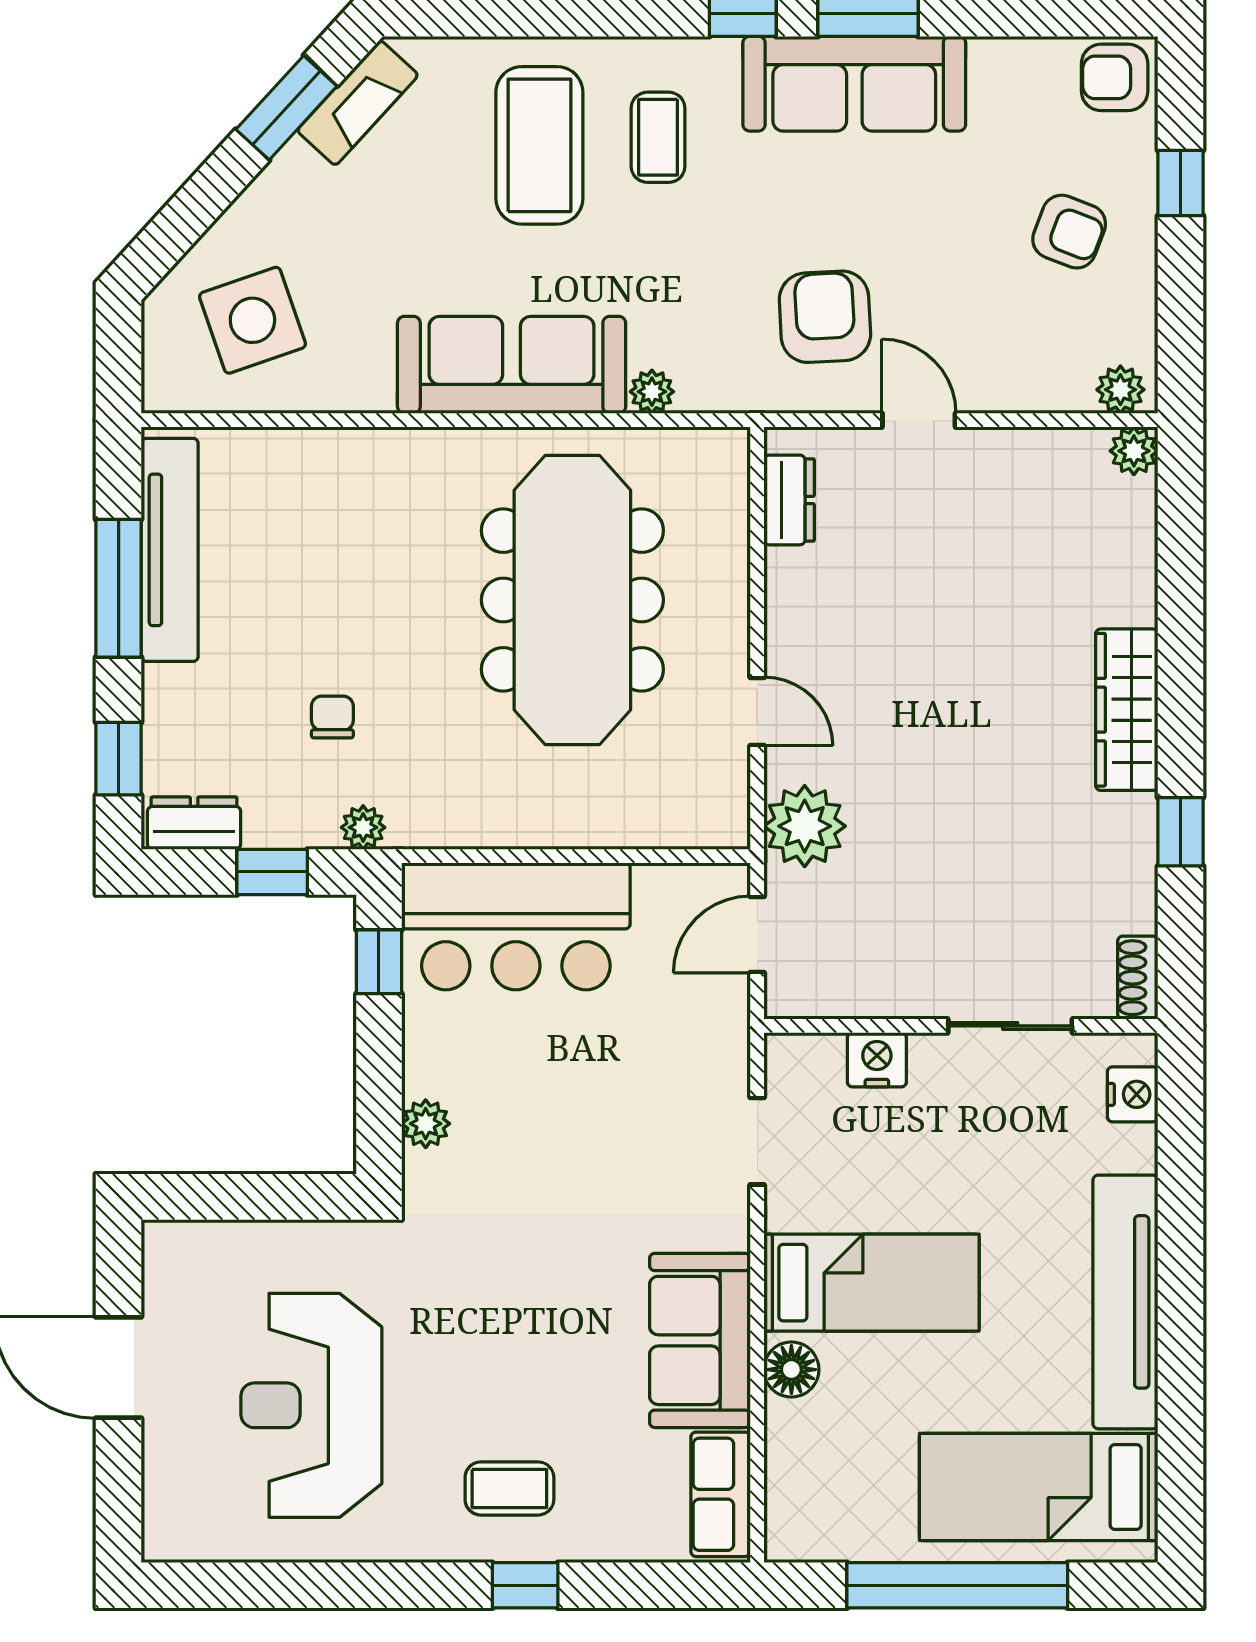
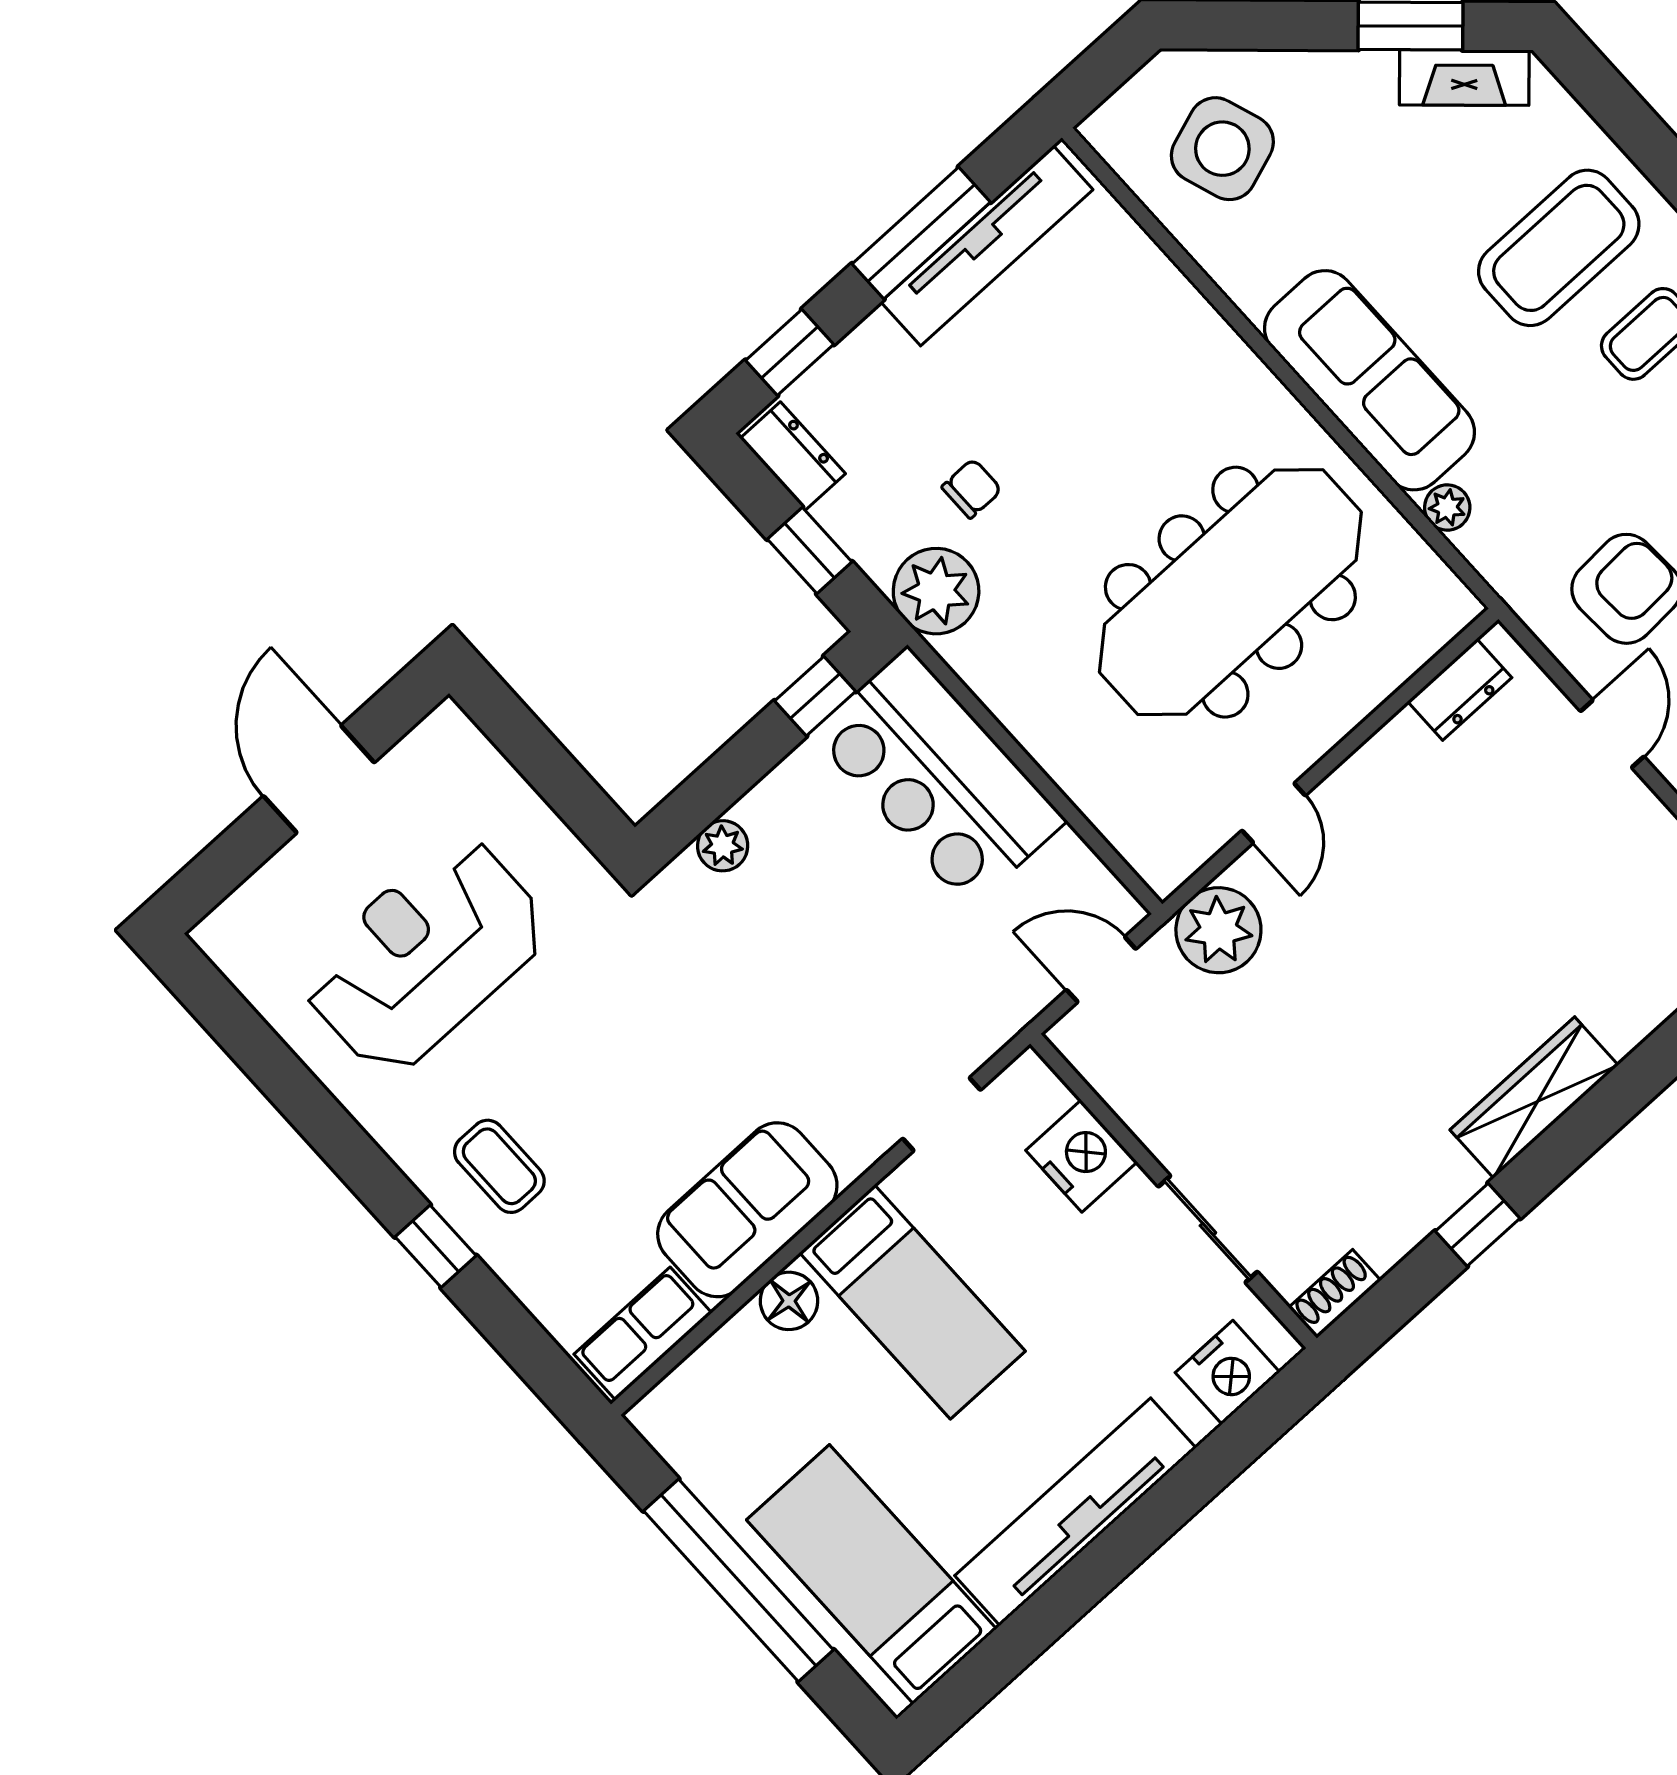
plant: (363, 827) -> (936, 591), width x1.87, depth x1.87
nightstand: (877, 1060) -> (1081, 1156), width x1.36, depth x1.33
nightstand: (1133, 1094) -> (1228, 1372), width x1.36, depth x1.33

